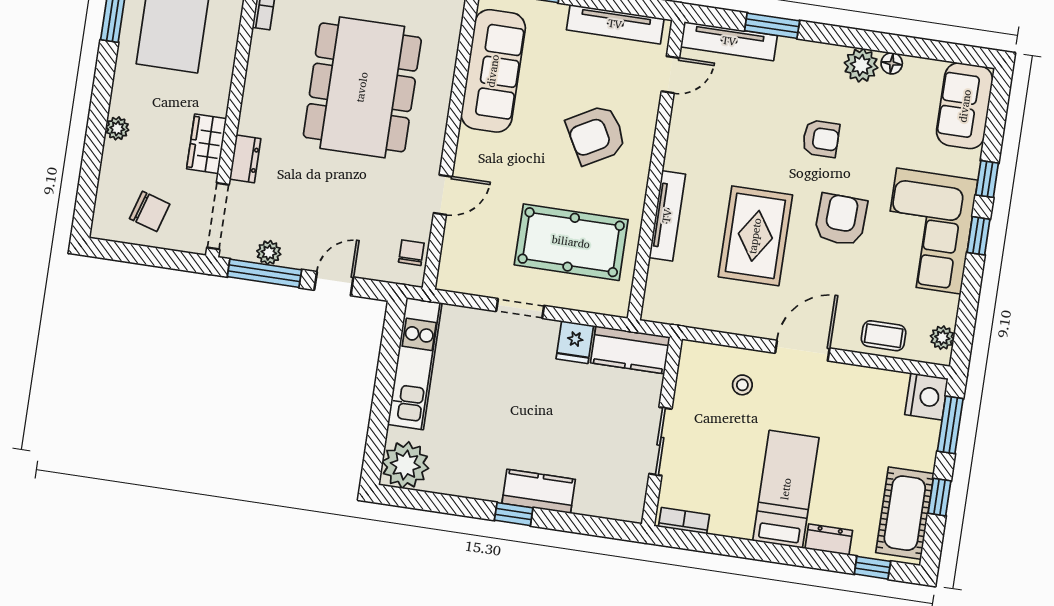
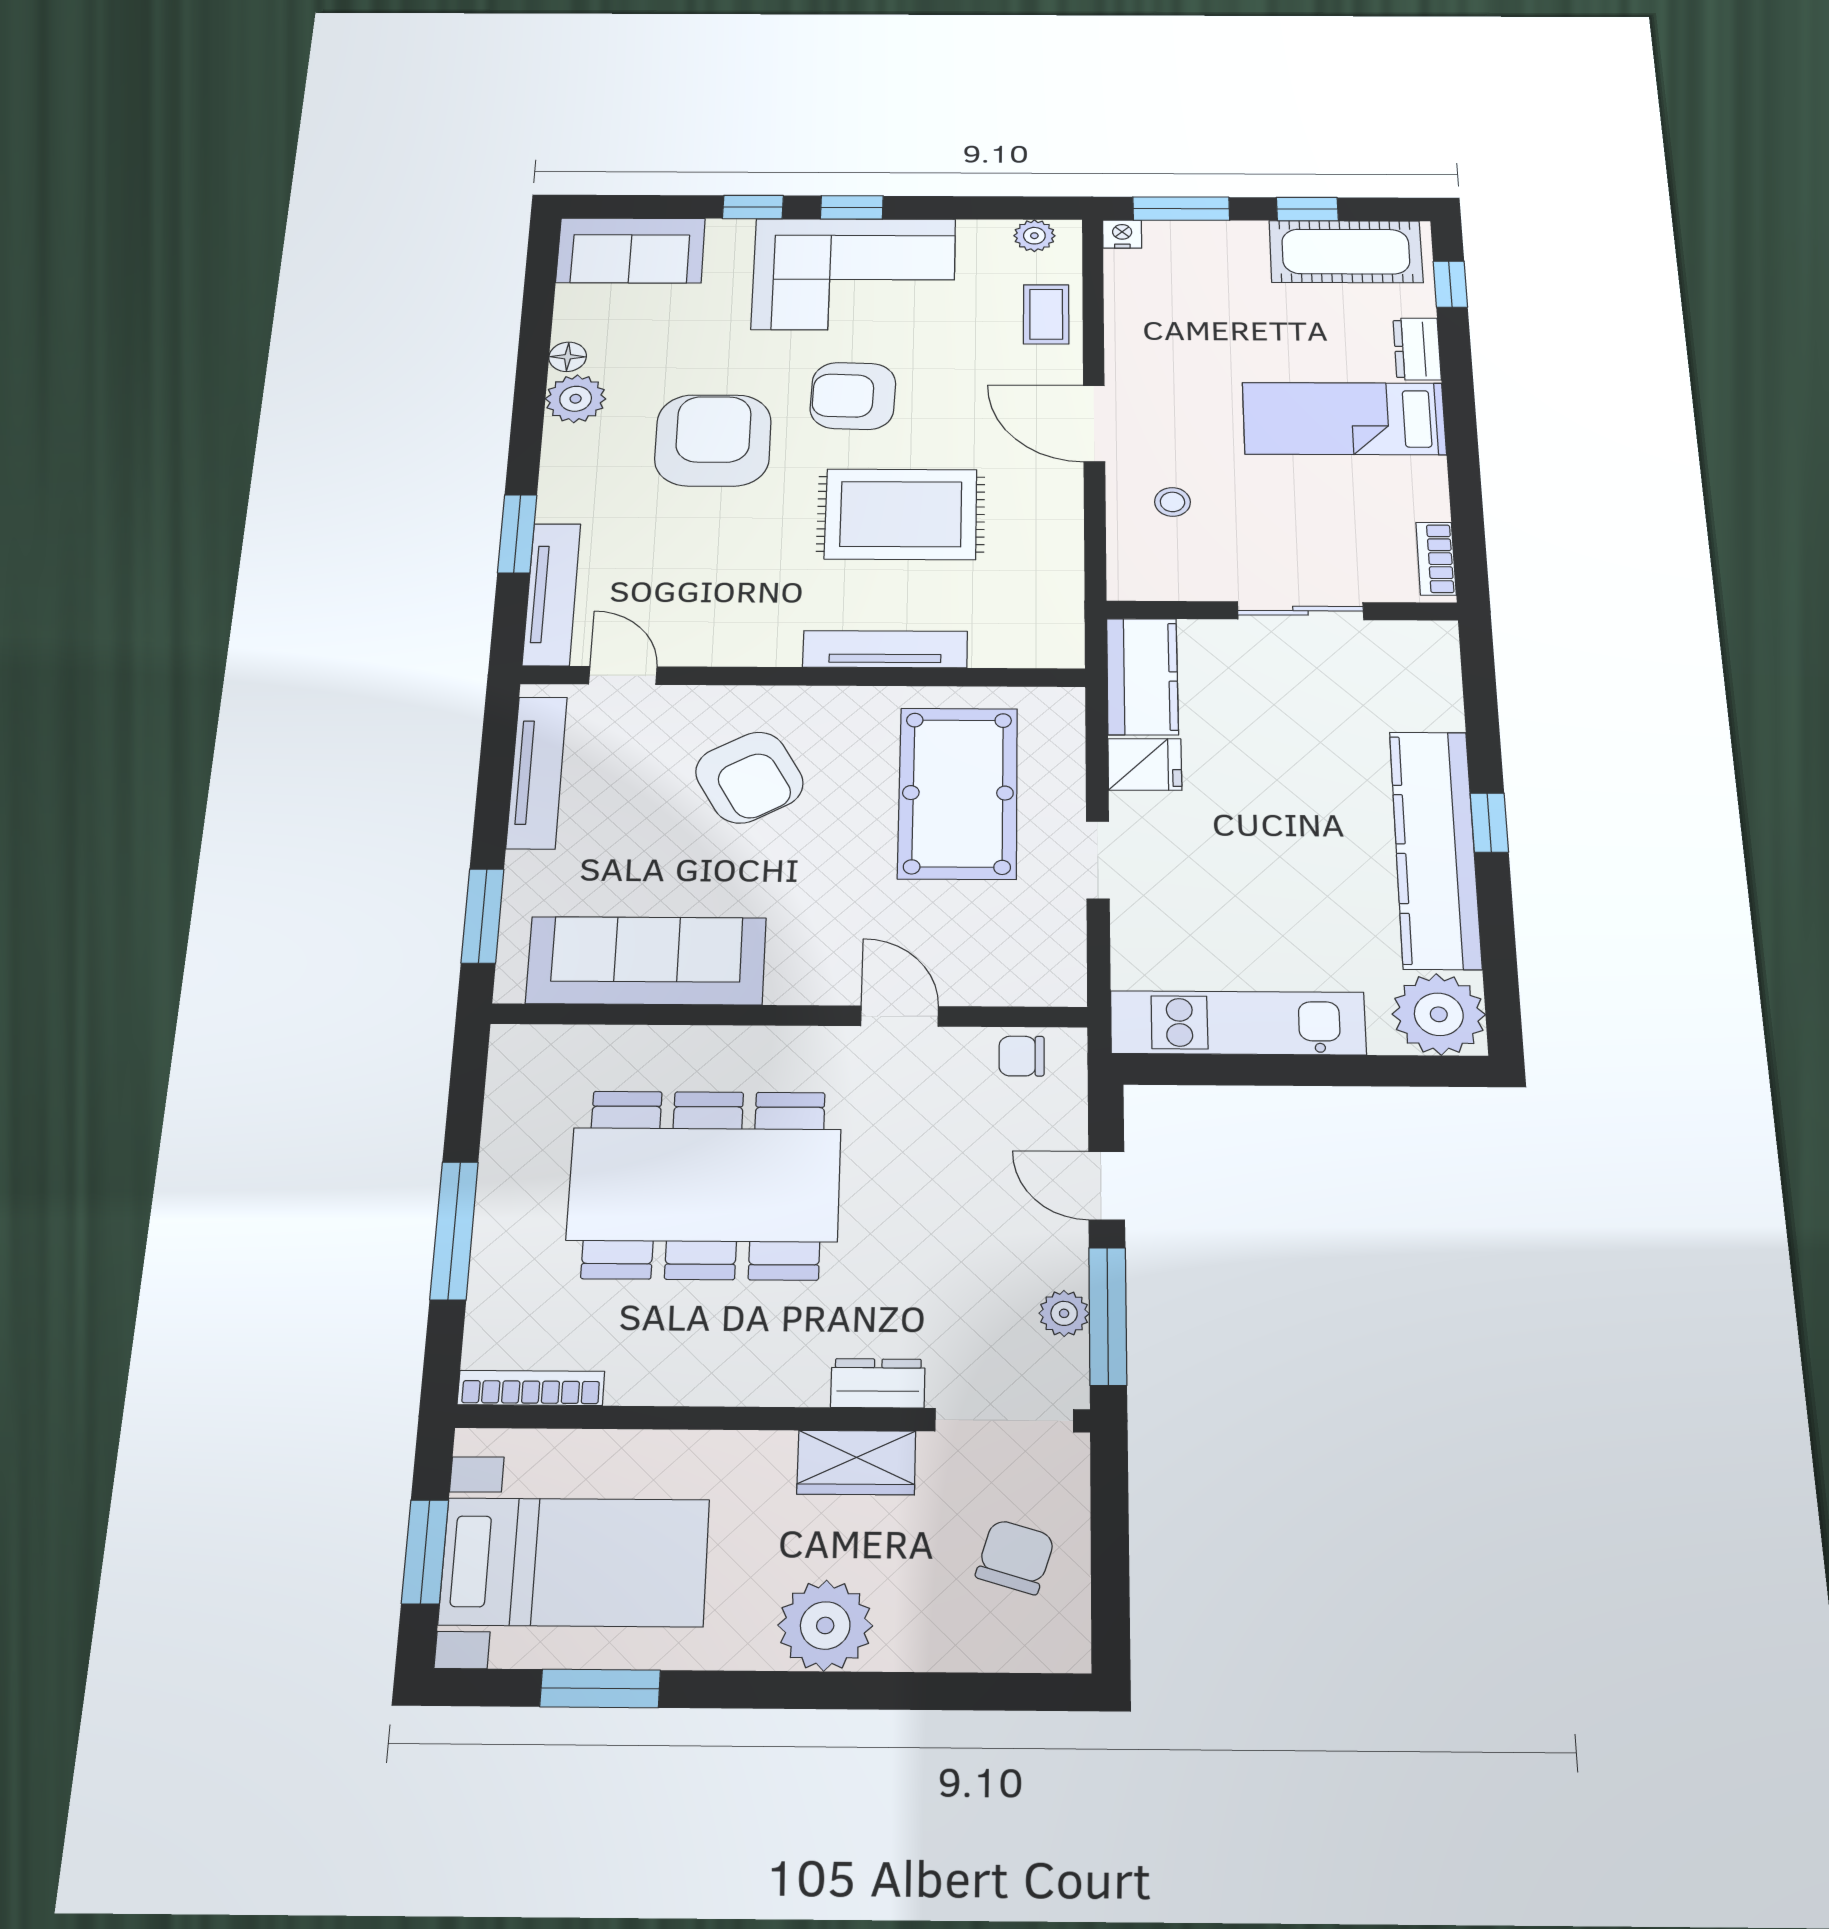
plant: (117, 128) -> (825, 1625), width x1.88, depth x1.88
armchair: (821, 139) -> (713, 440), width x1.88, depth x1.88
nightstand: (926, 397) -> (1122, 234), width x0.53, depth x0.56
kitchen counter: (539, 491) -> (1435, 849), width x2.08, depth x1.17

